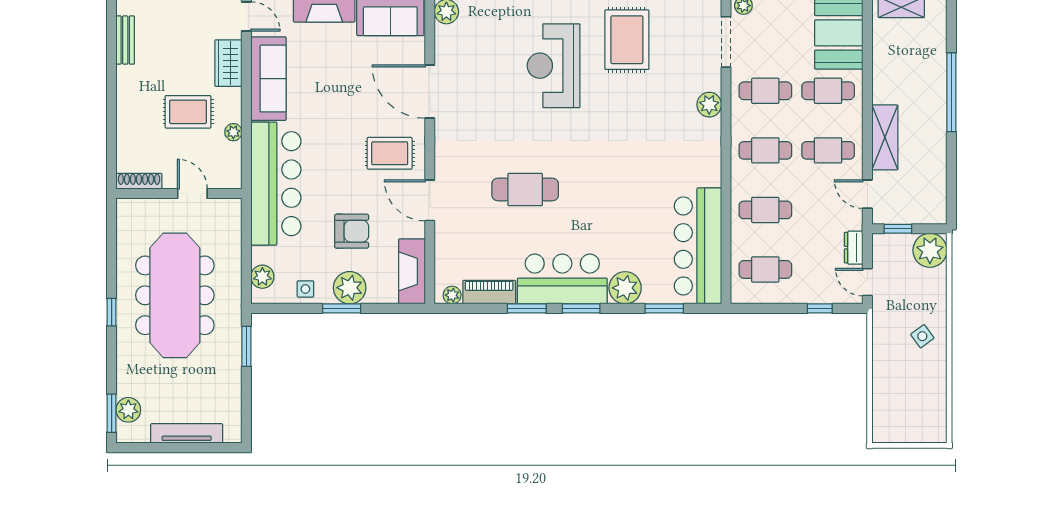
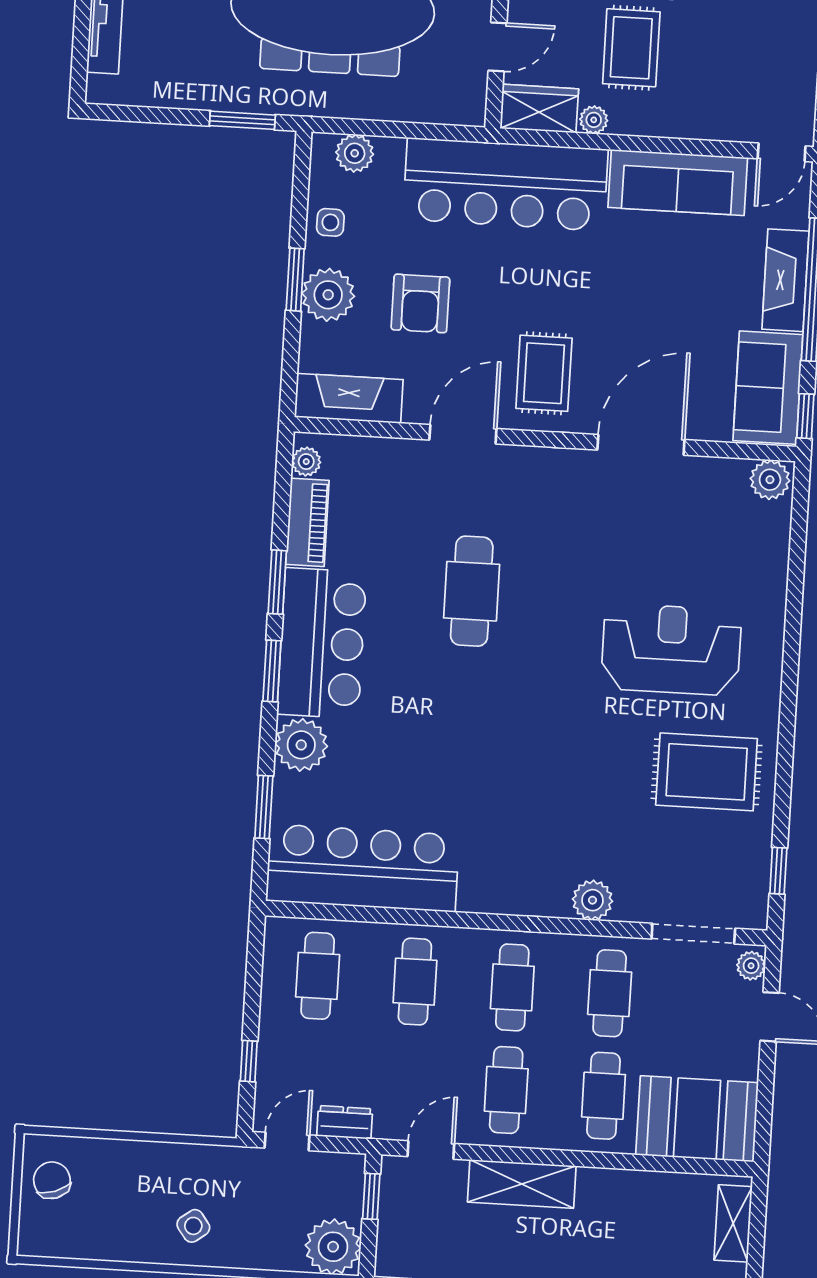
wardrobe: (228, 63) -> (539, 109), moved
chair: (900, 424) -> (52, 1180), added

